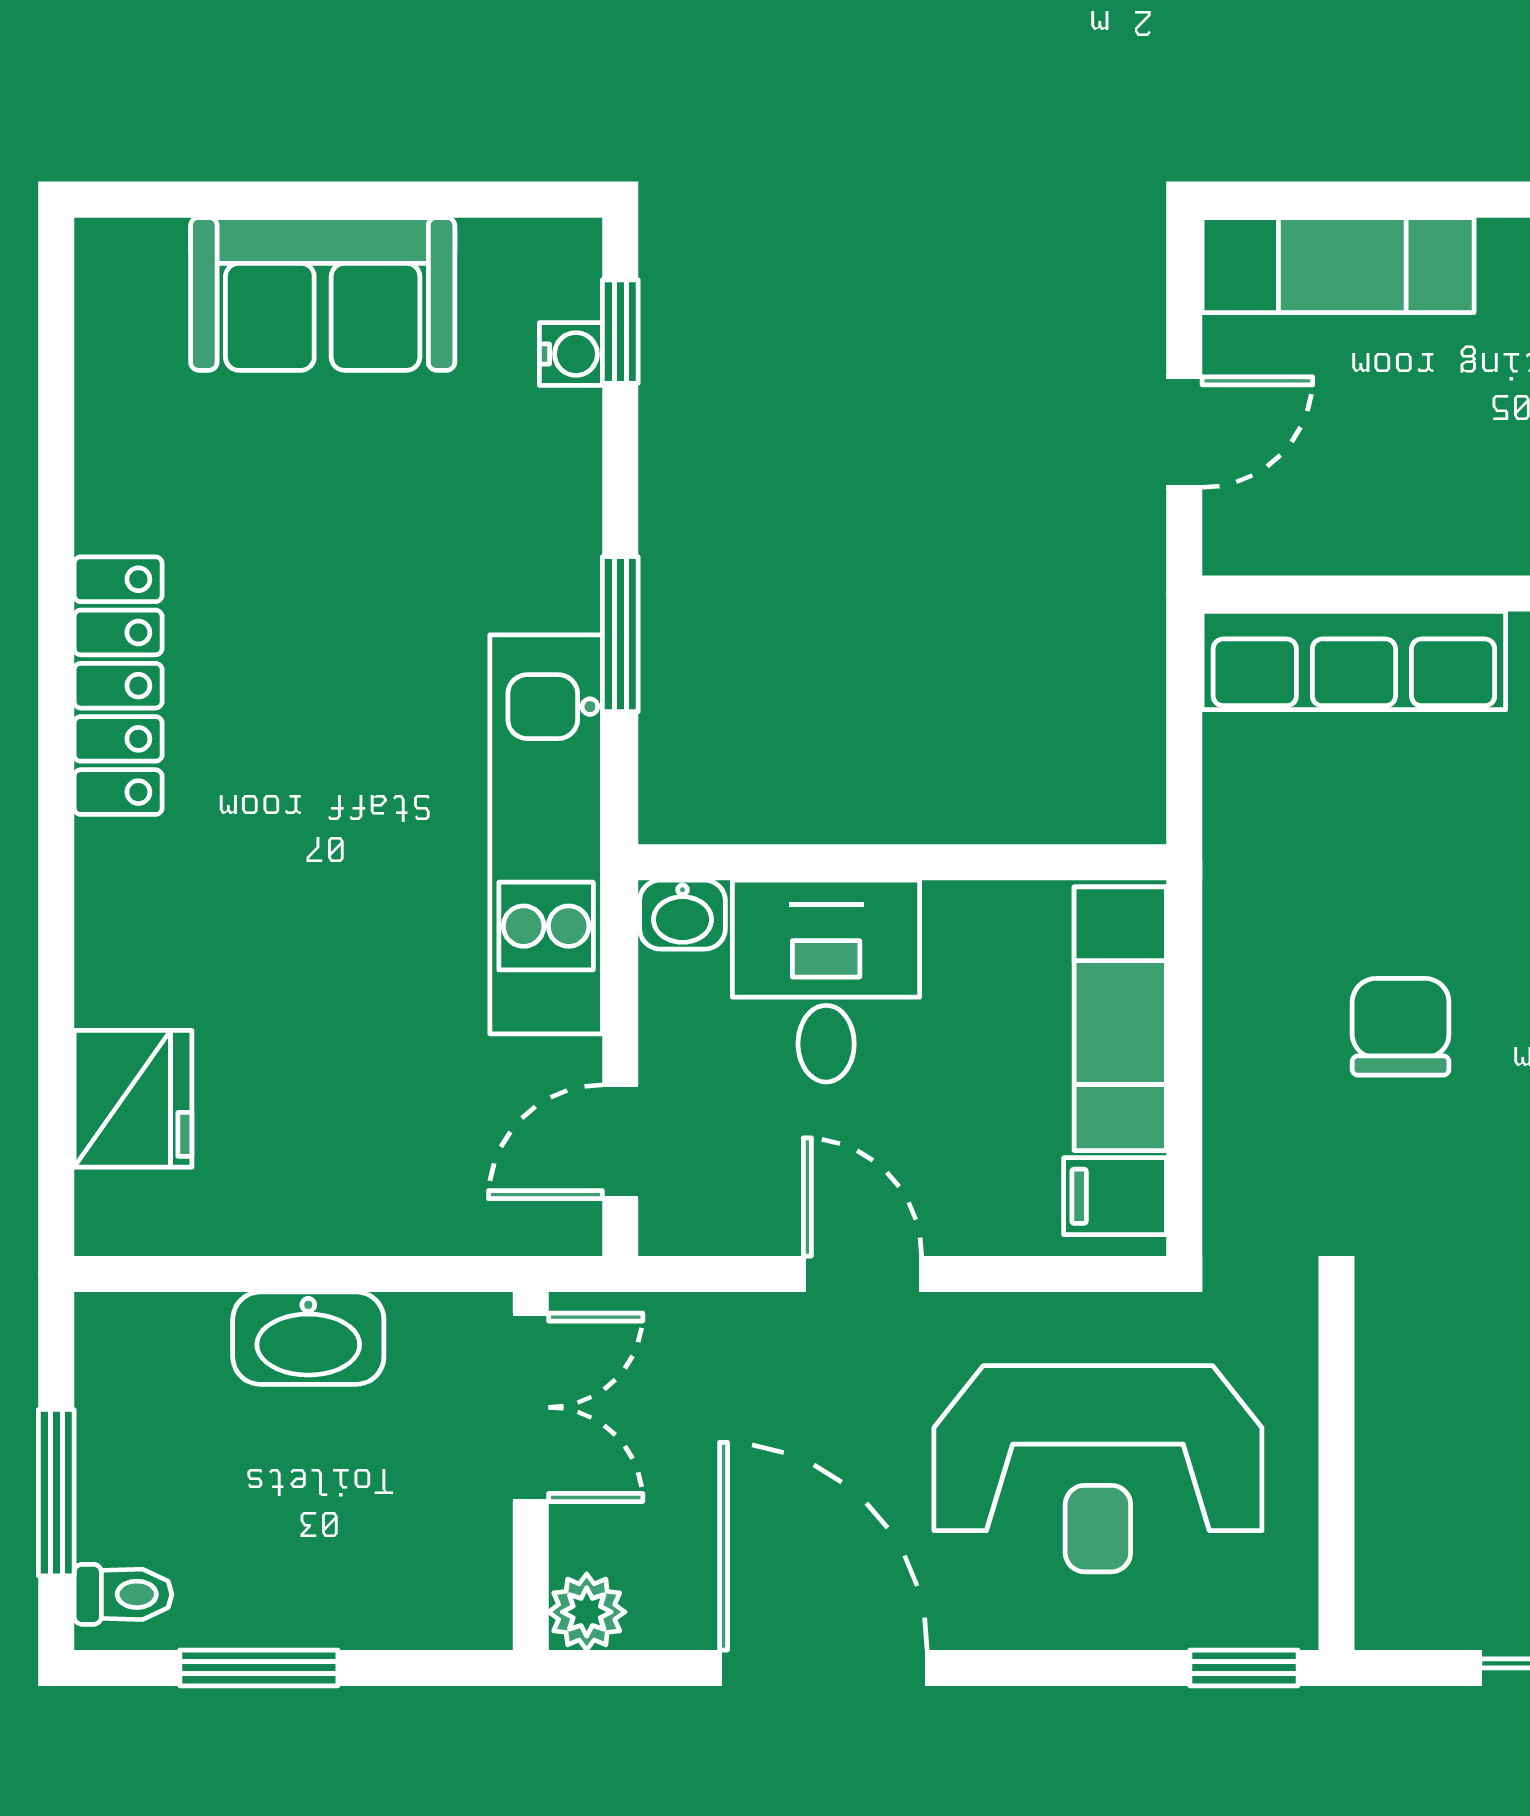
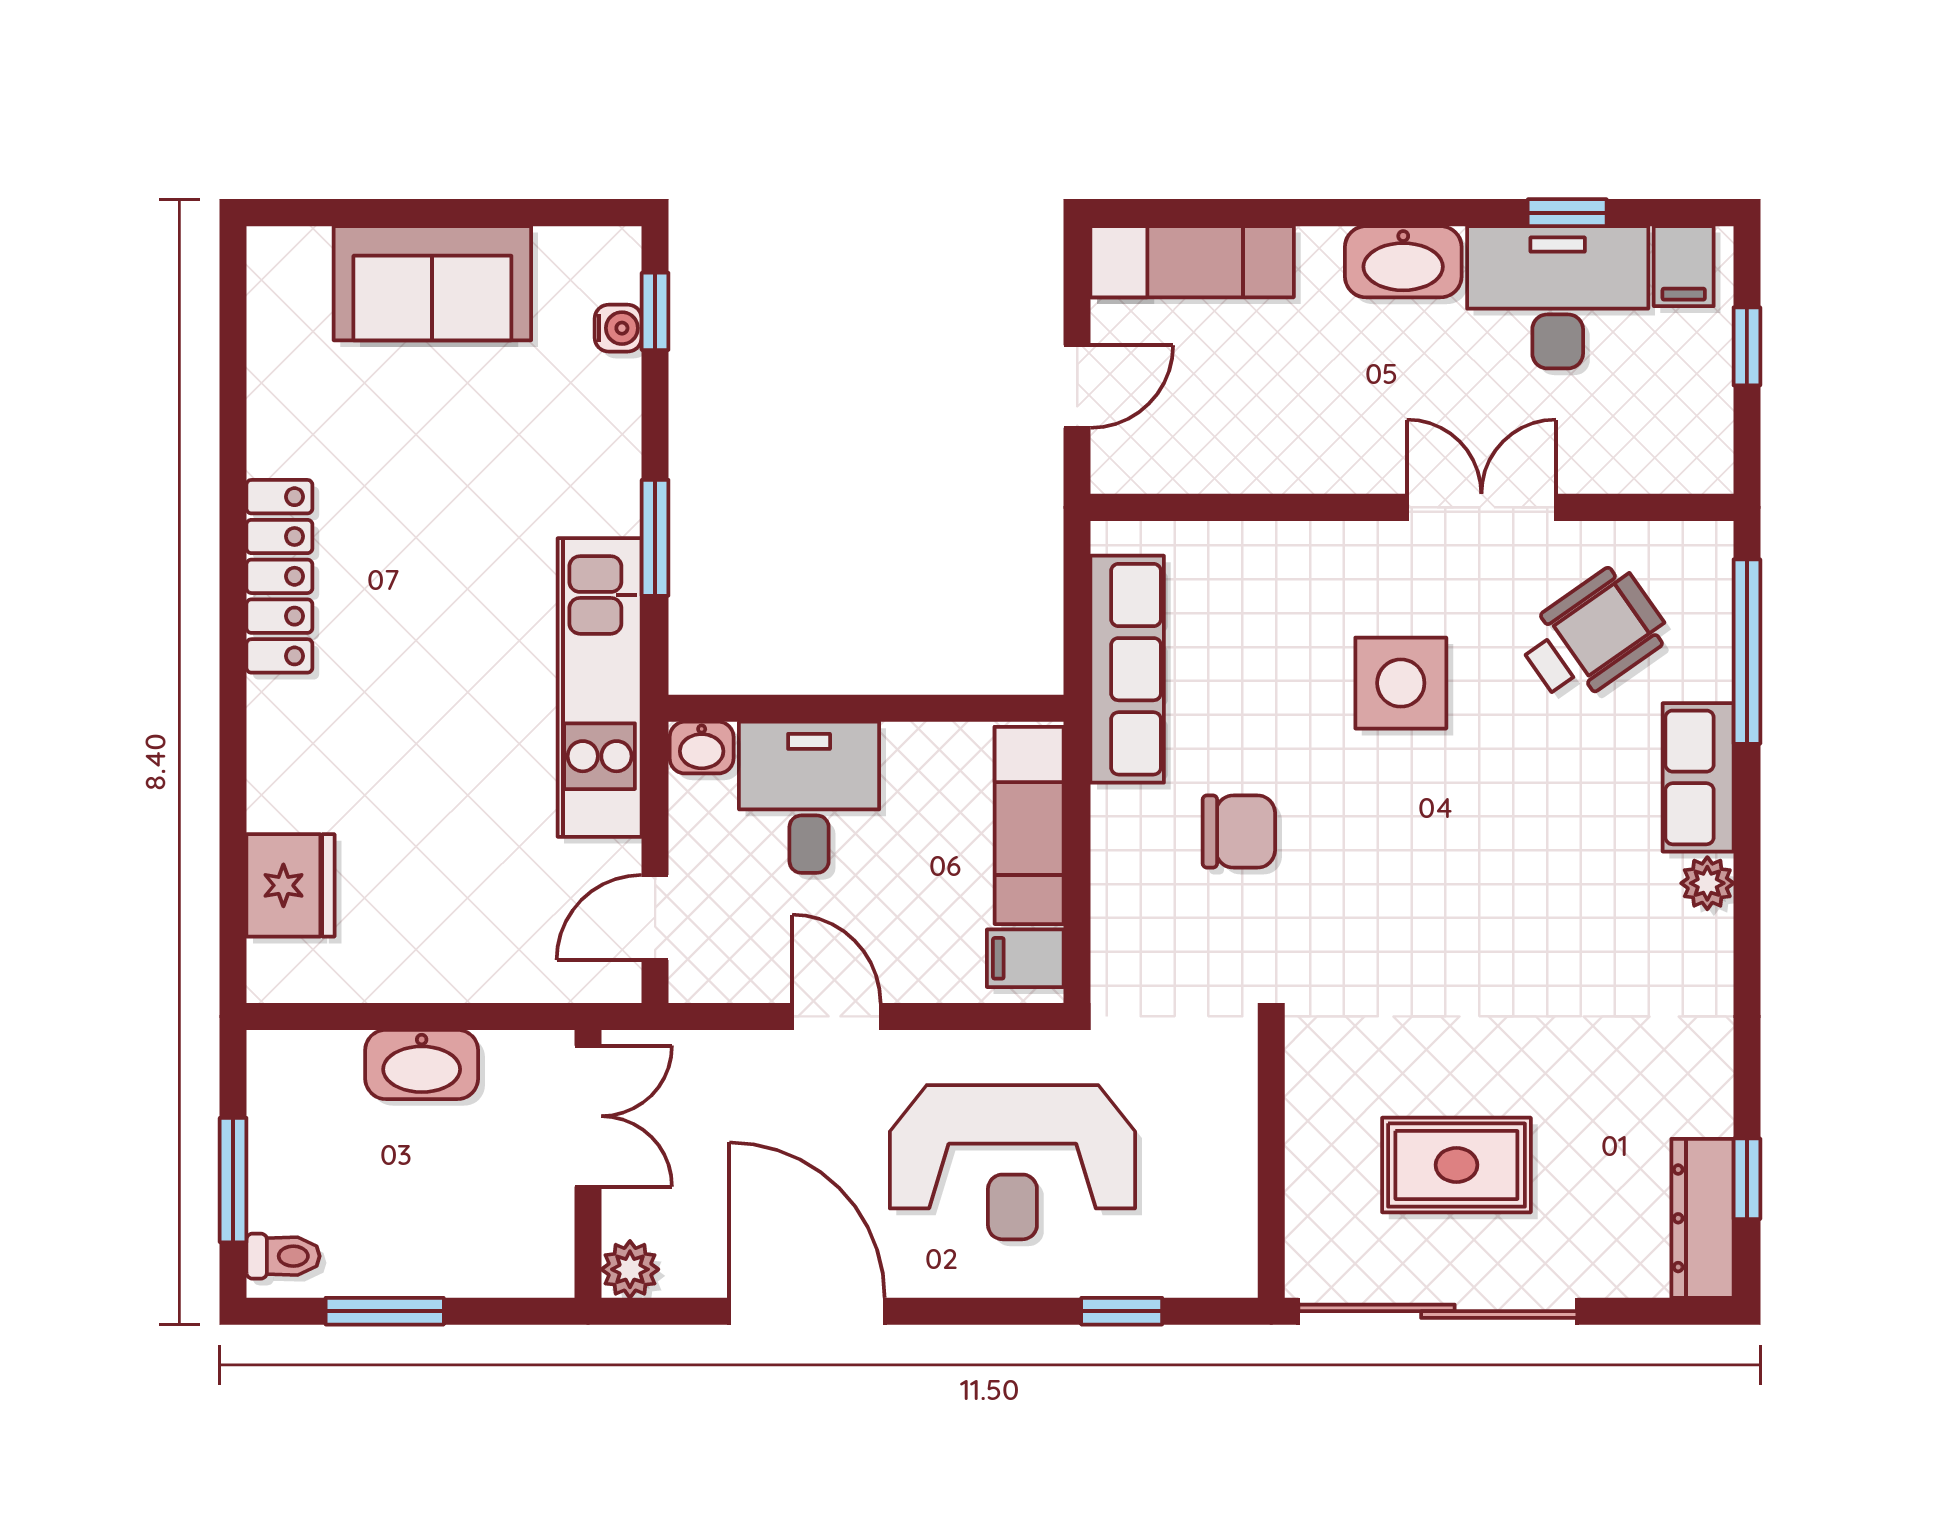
row of seats: (1354, 661) -> (1127, 669), moved, turned -90
chair: (1401, 1027) -> (1239, 832), turned 90
wall: (1336, 1471) -> (1271, 1164), moved

